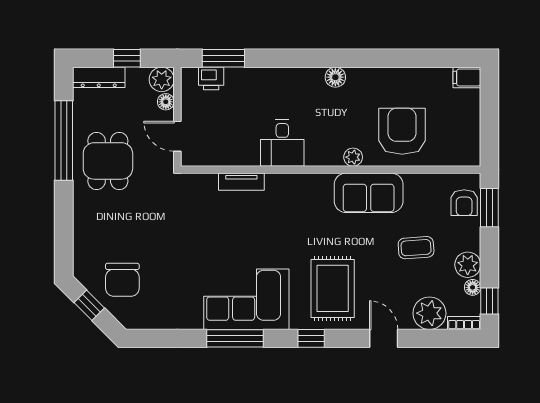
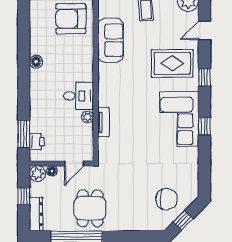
plant: (353, 157) -> (88, 117), moved
dining table: (108, 161) -> (90, 208), turned 90
window: (235, 338) -> (204, 126), width x0.46

